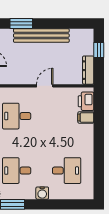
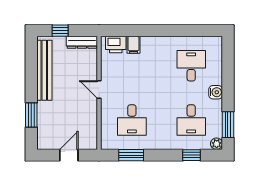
bench: (41, 36) -> (44, 70), moved

